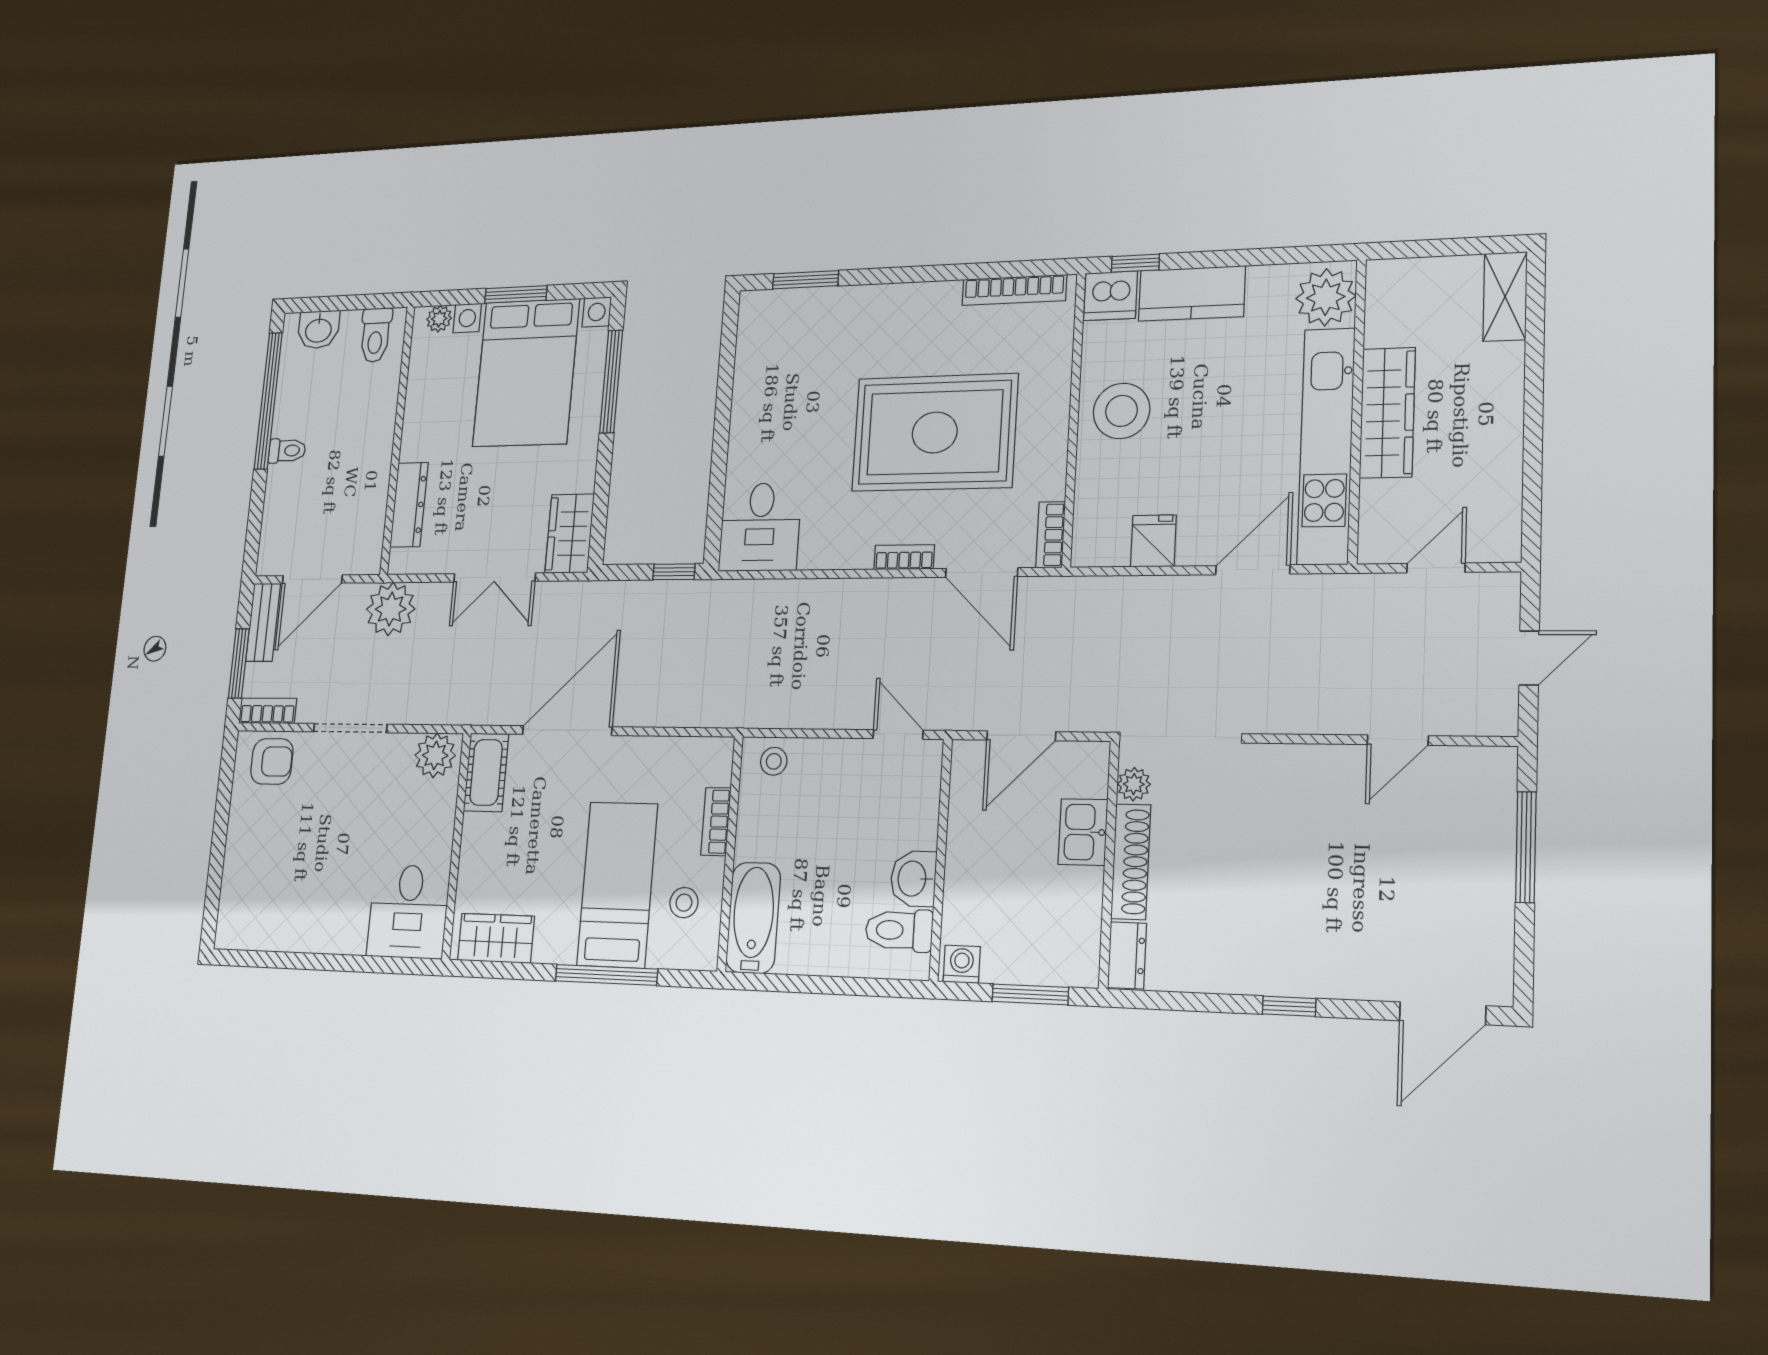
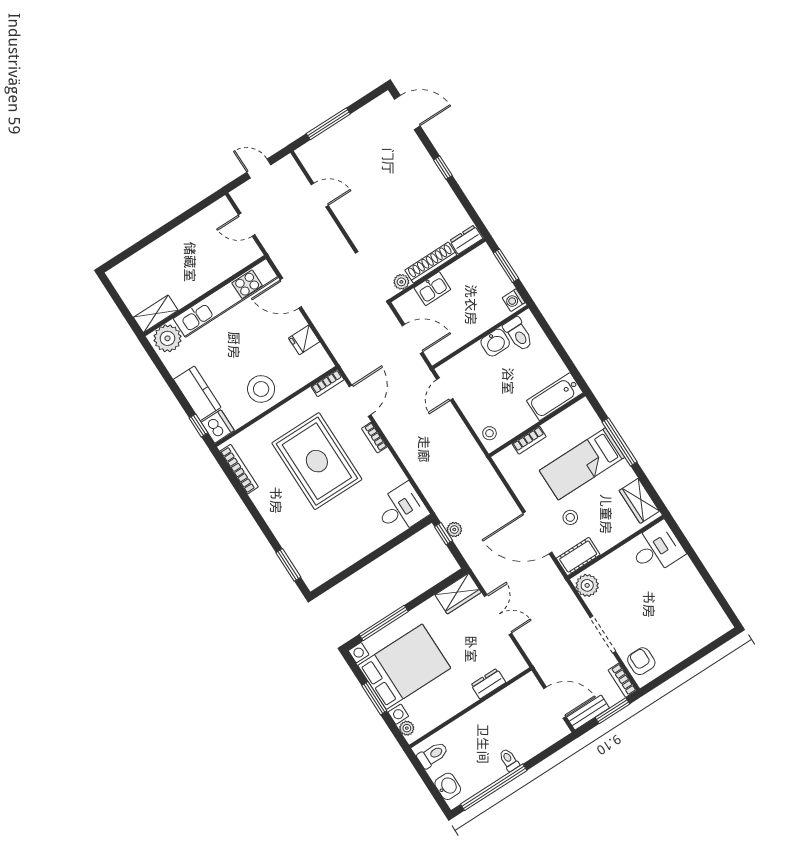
shelving: (1505, 296) -> (156, 314), moved
wardrobe: (1387, 413) -> (199, 283), removed
dresser: (409, 505) -> (488, 684), width x0.70
plant: (391, 609) -> (454, 530), moved, width x0.53, depth x0.53
stool: (684, 903) -> (570, 517), moved

